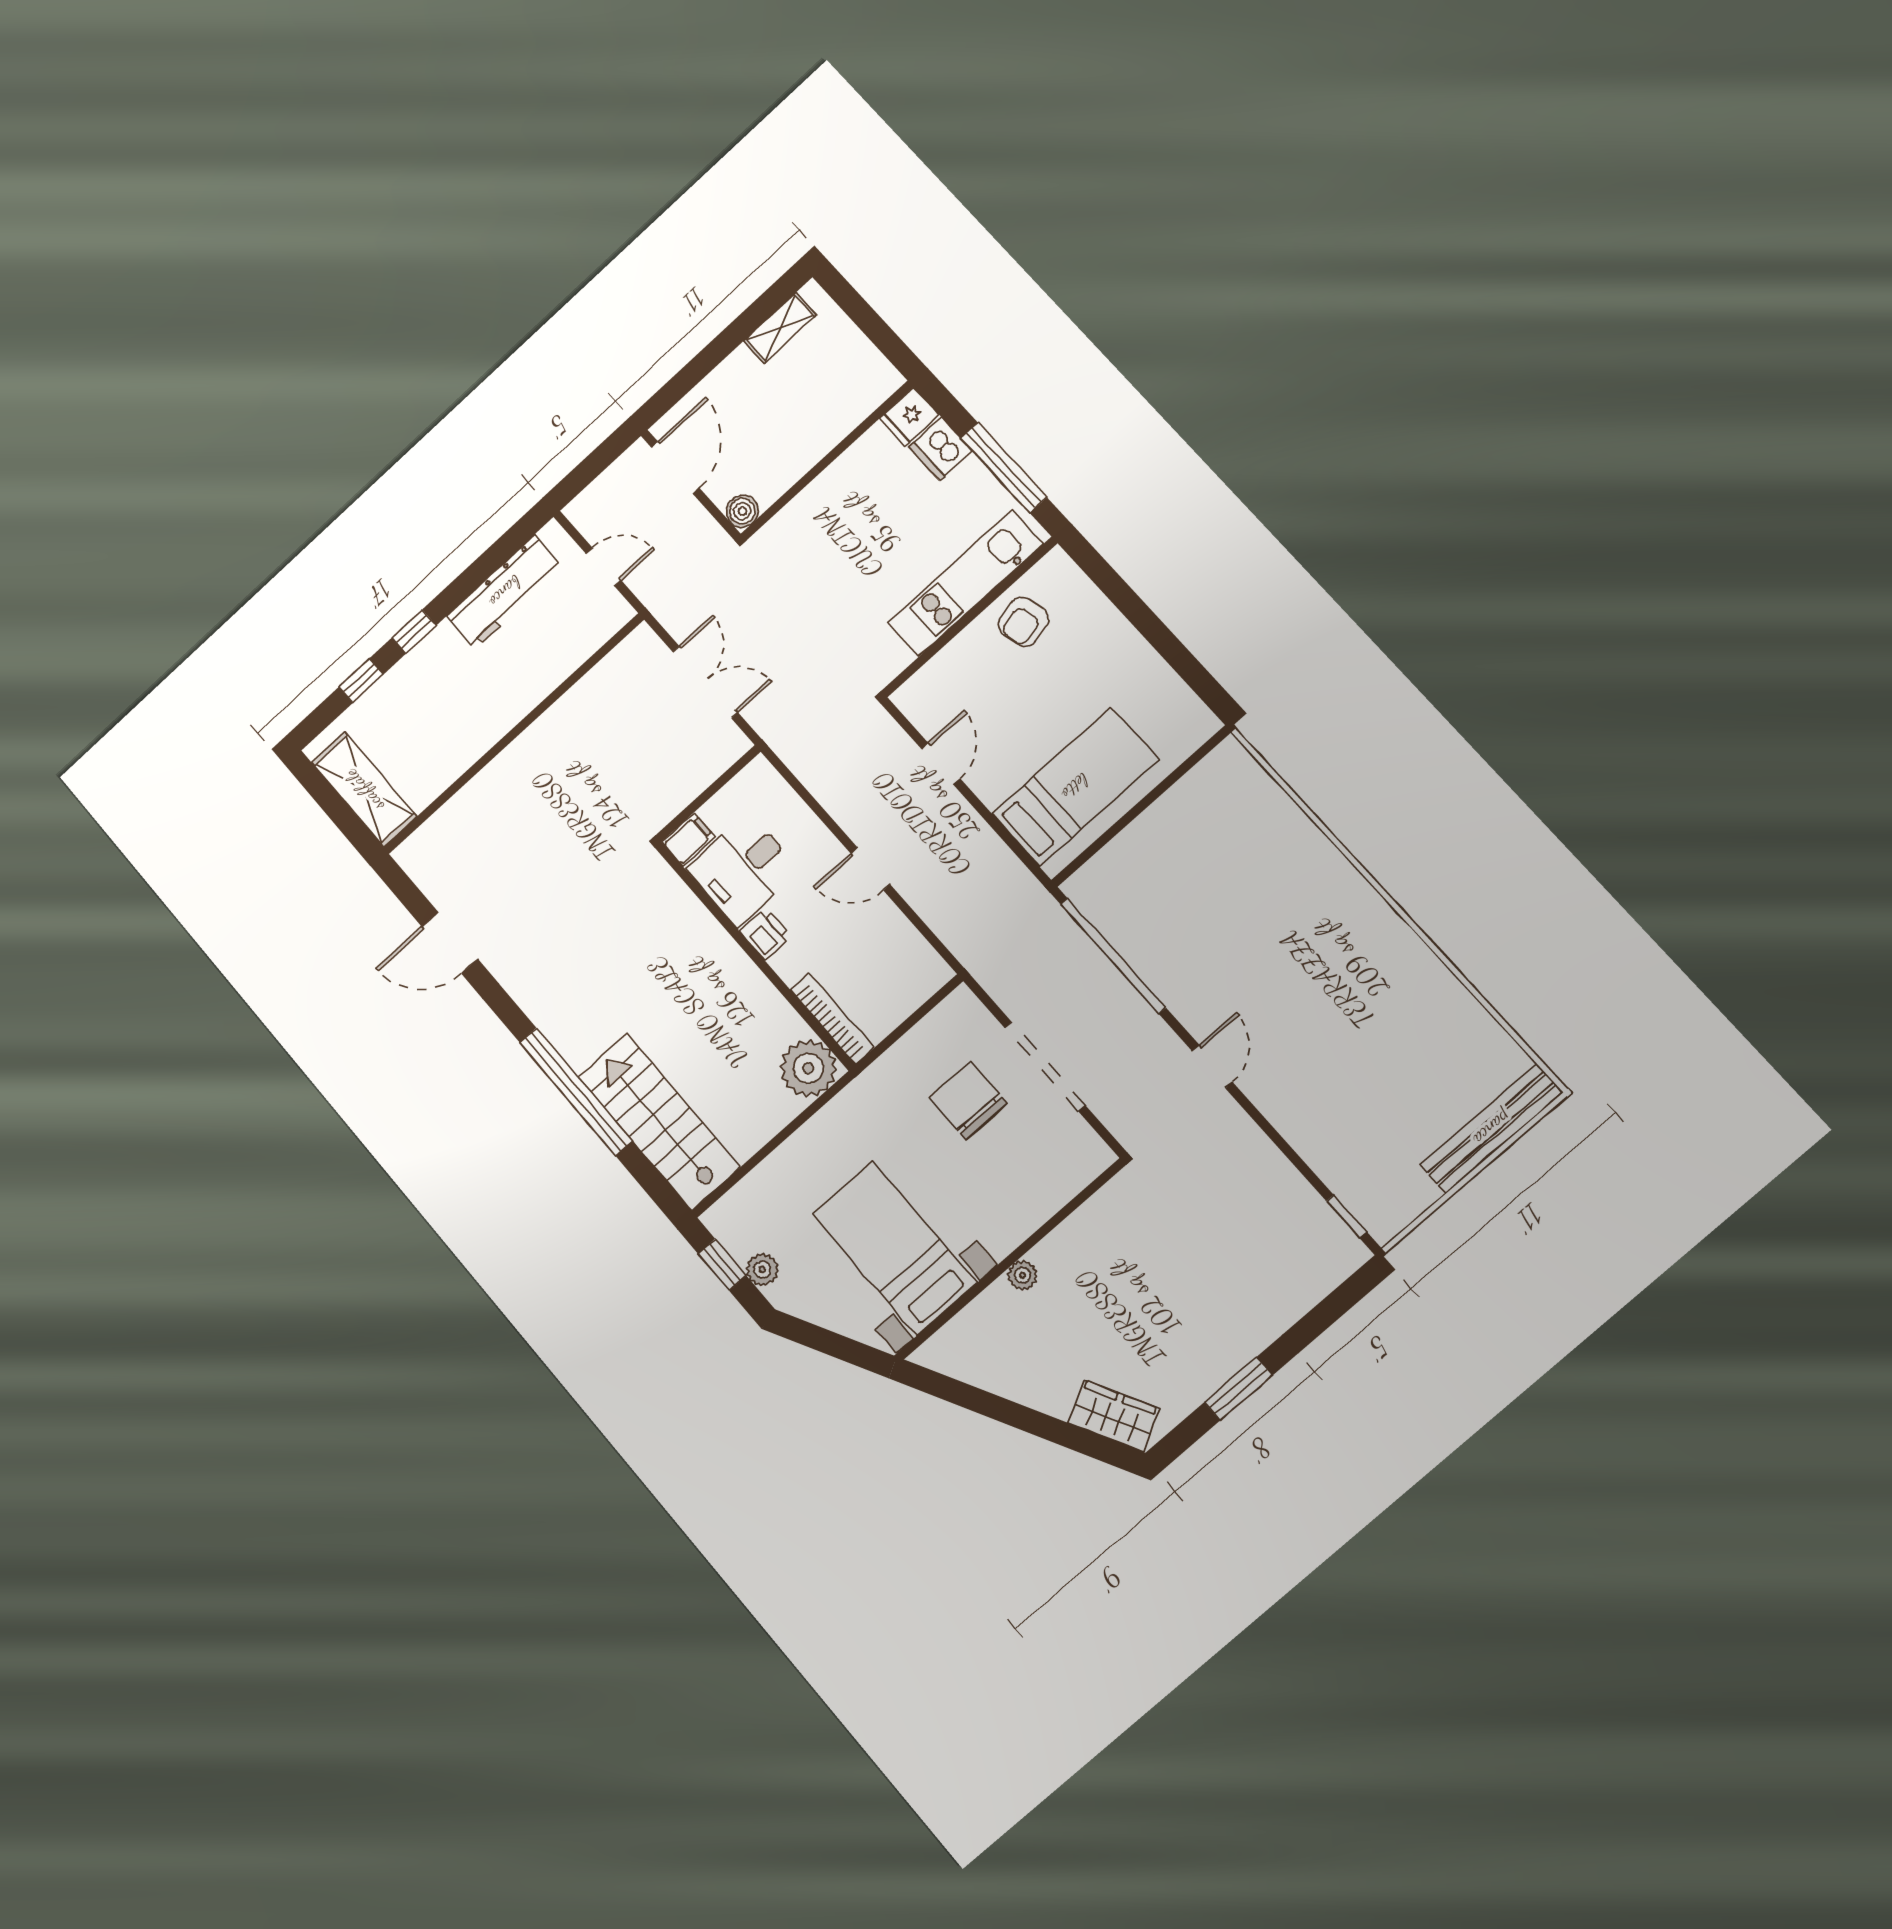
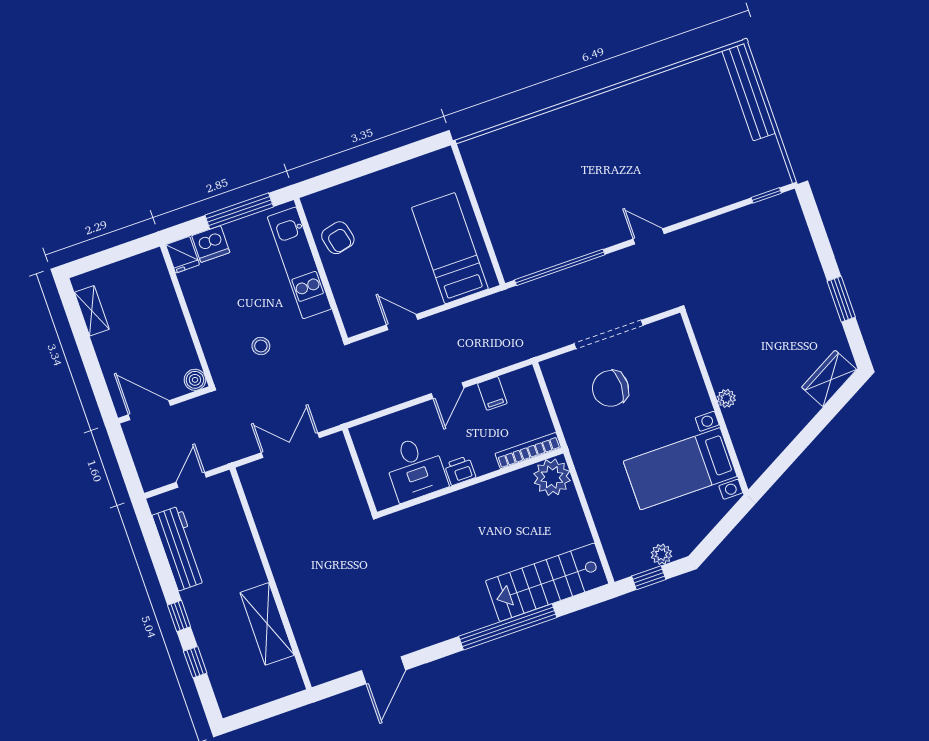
stool: (826, 581) -> (261, 346), added
shelving: (364, 790) -> (267, 624), moved, turned 90
filing cabinet: (689, 840) -> (492, 393), moved, turned 180

